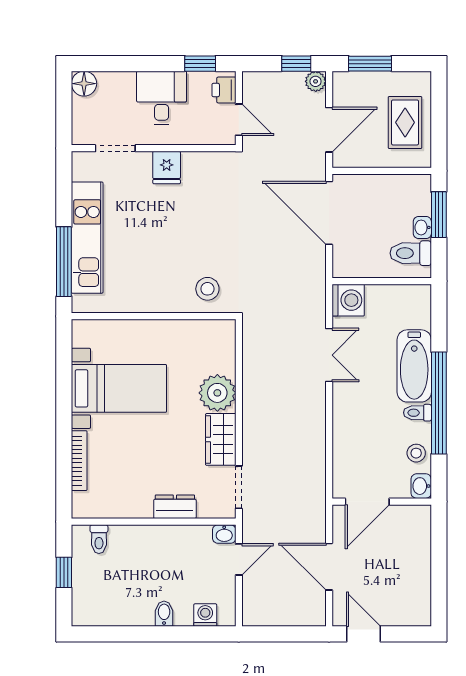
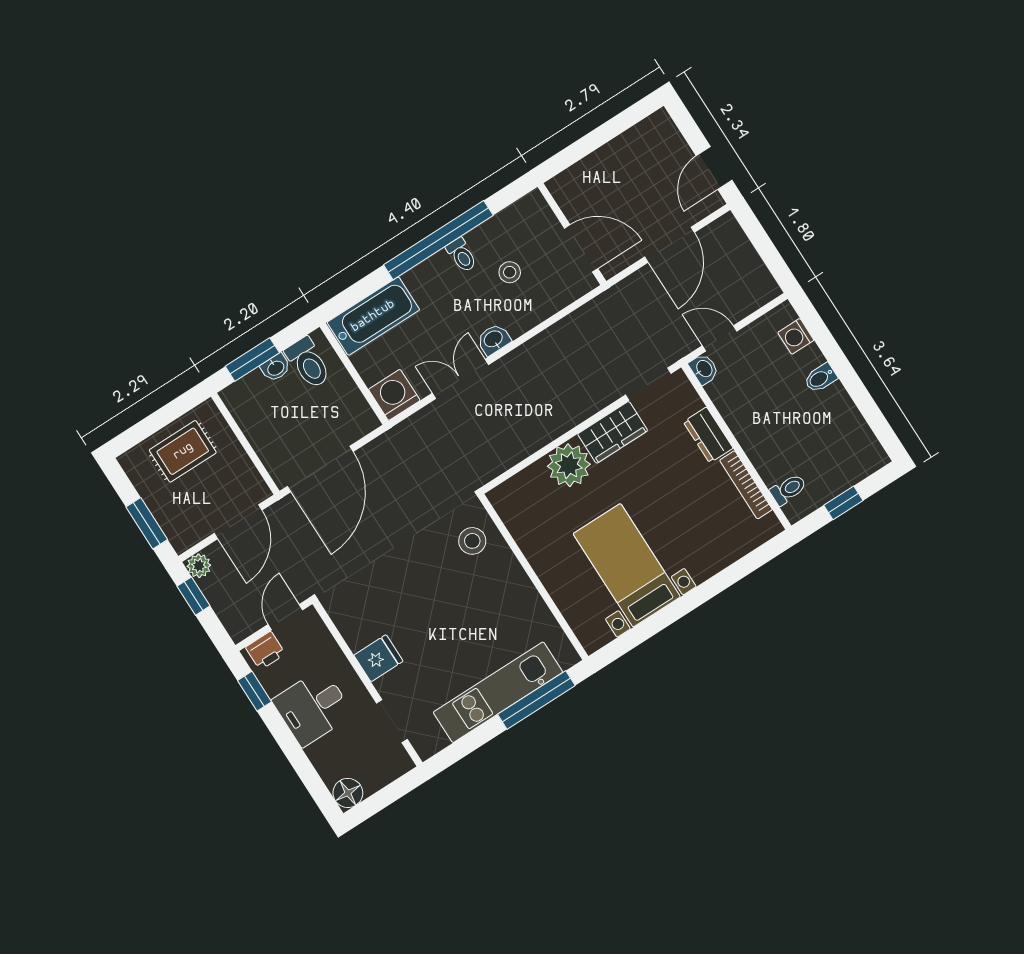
door: (329, 130) -> (238, 522), swing flipped
bathtub: (414, 366) -> (373, 316), moved
stool: (416, 453) -> (510, 272), moved
bookcase: (79, 461) -> (746, 485), moved, turned -90
washbasin: (421, 486) -> (494, 339), moved, turned 180

